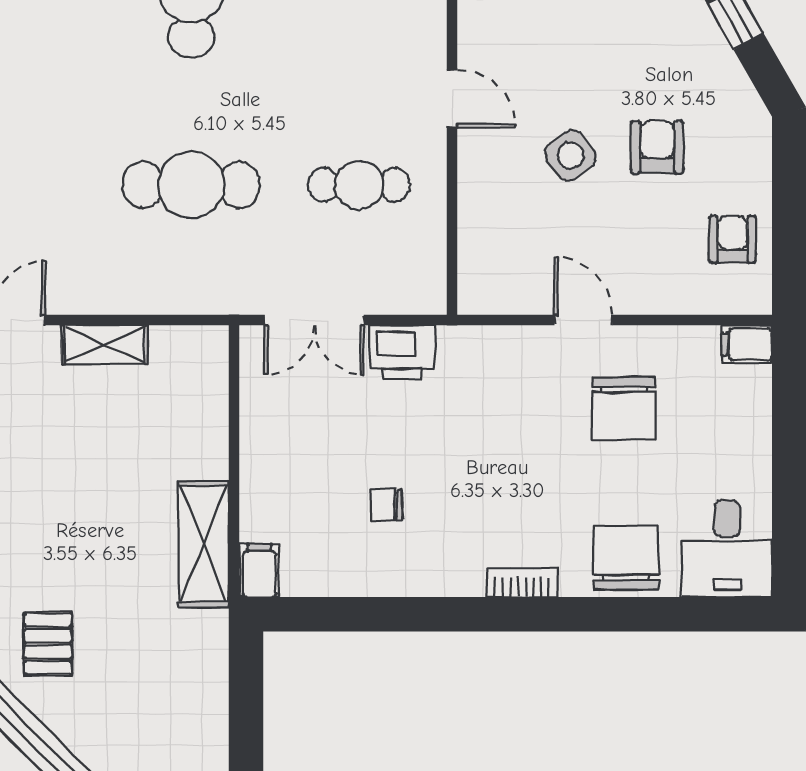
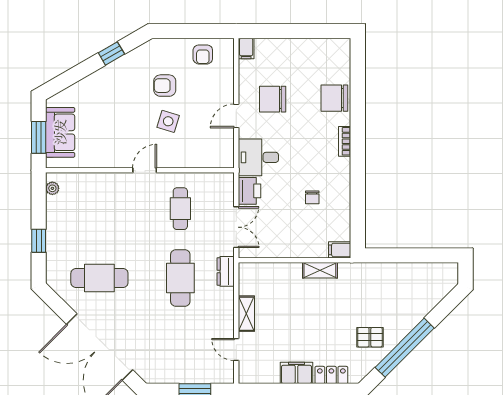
side table: (571, 155) -> (168, 121), turned -37
armchair: (732, 239) -> (203, 54), turned -90
dresser: (207, 295) -> (226, 271), added
chair: (624, 408) -> (273, 99), turned 180
shelving: (204, 544) -> (320, 270), width x0.67, depth x0.75
desk: (727, 549) -> (258, 157), moved, turned 180

